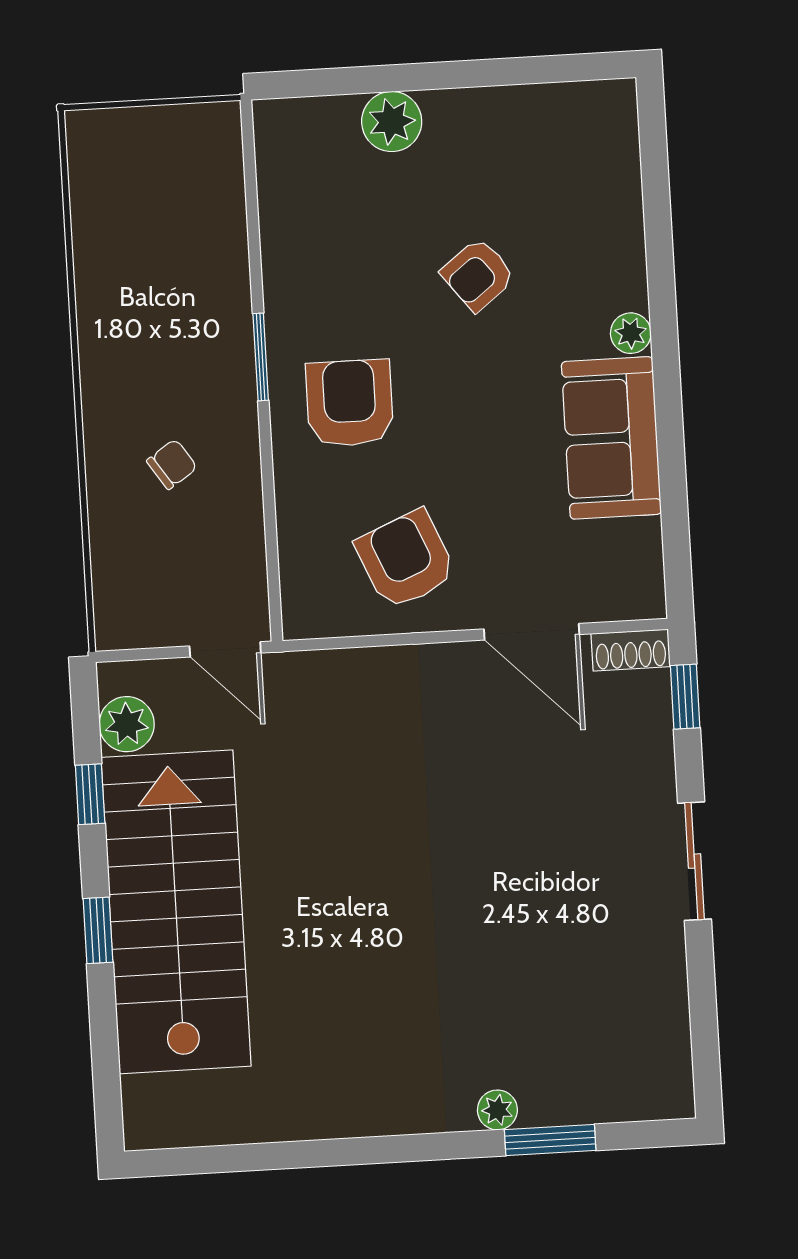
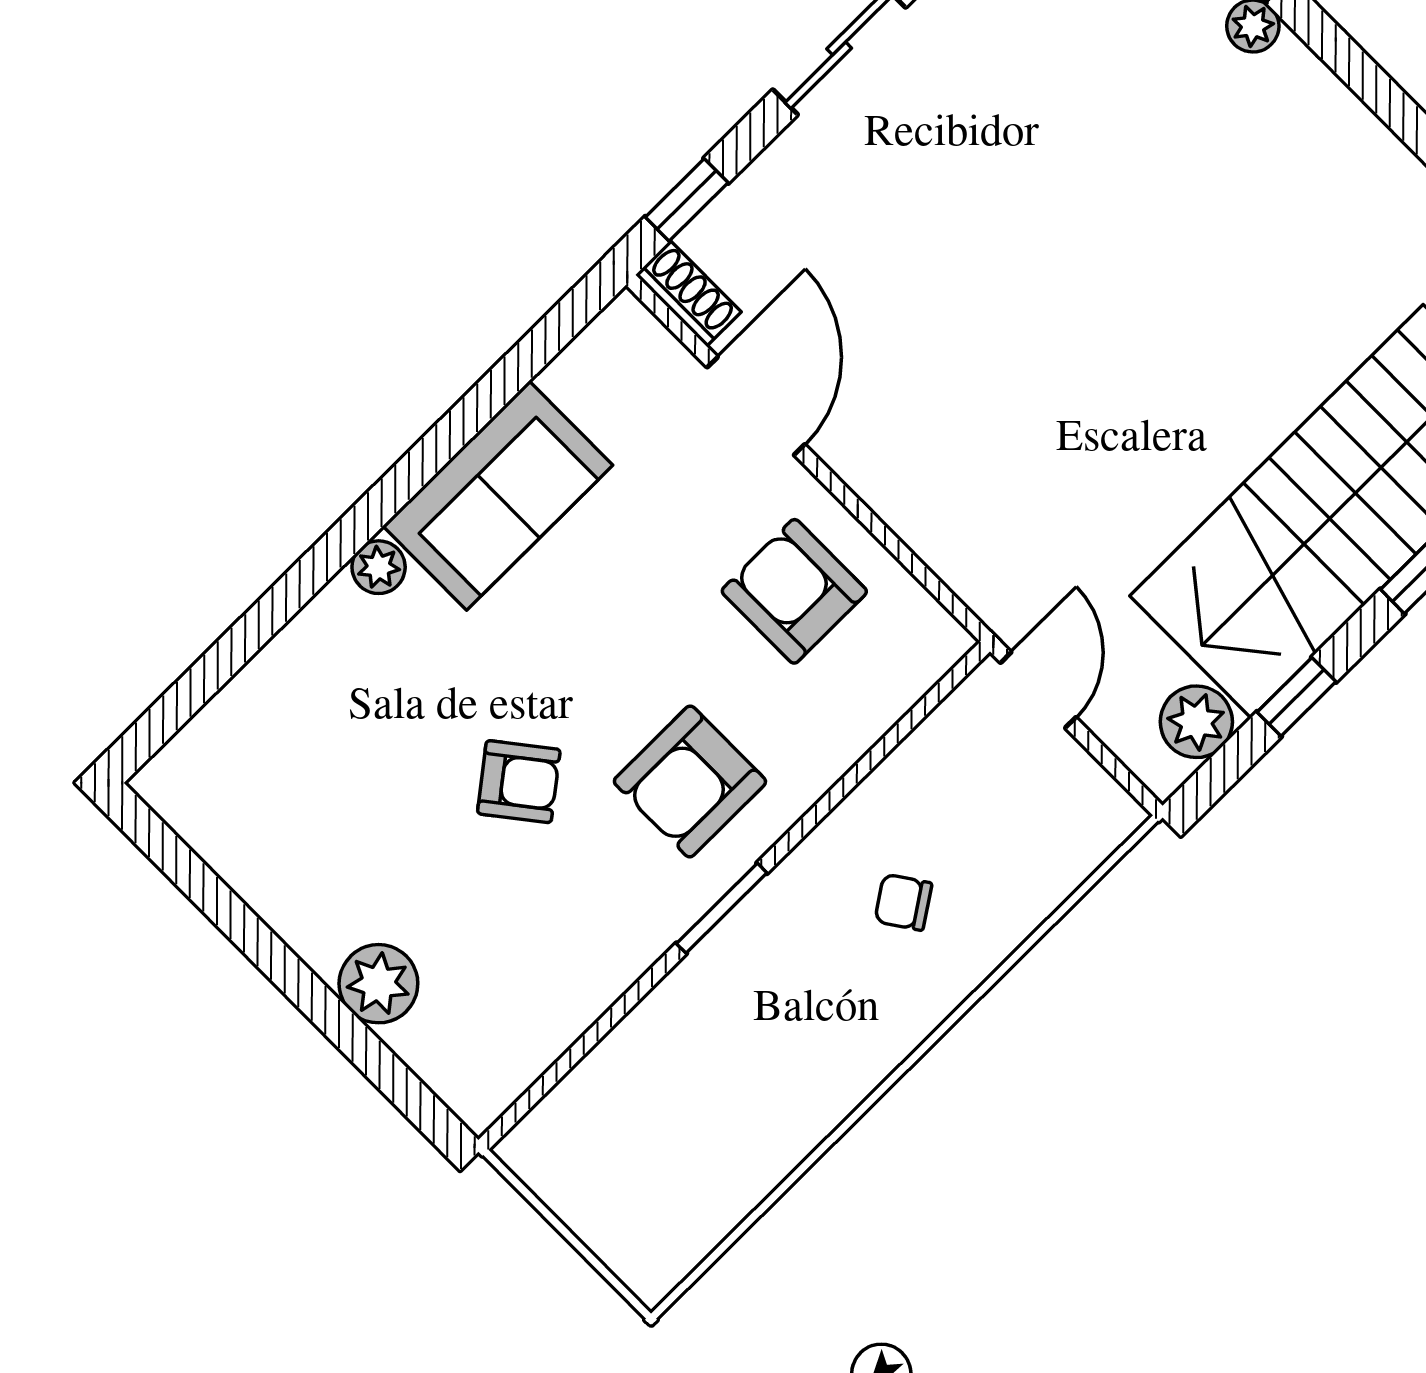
armchair: (478, 275) -> (519, 782), moved
armchair: (406, 560) -> (794, 591), turned 113

